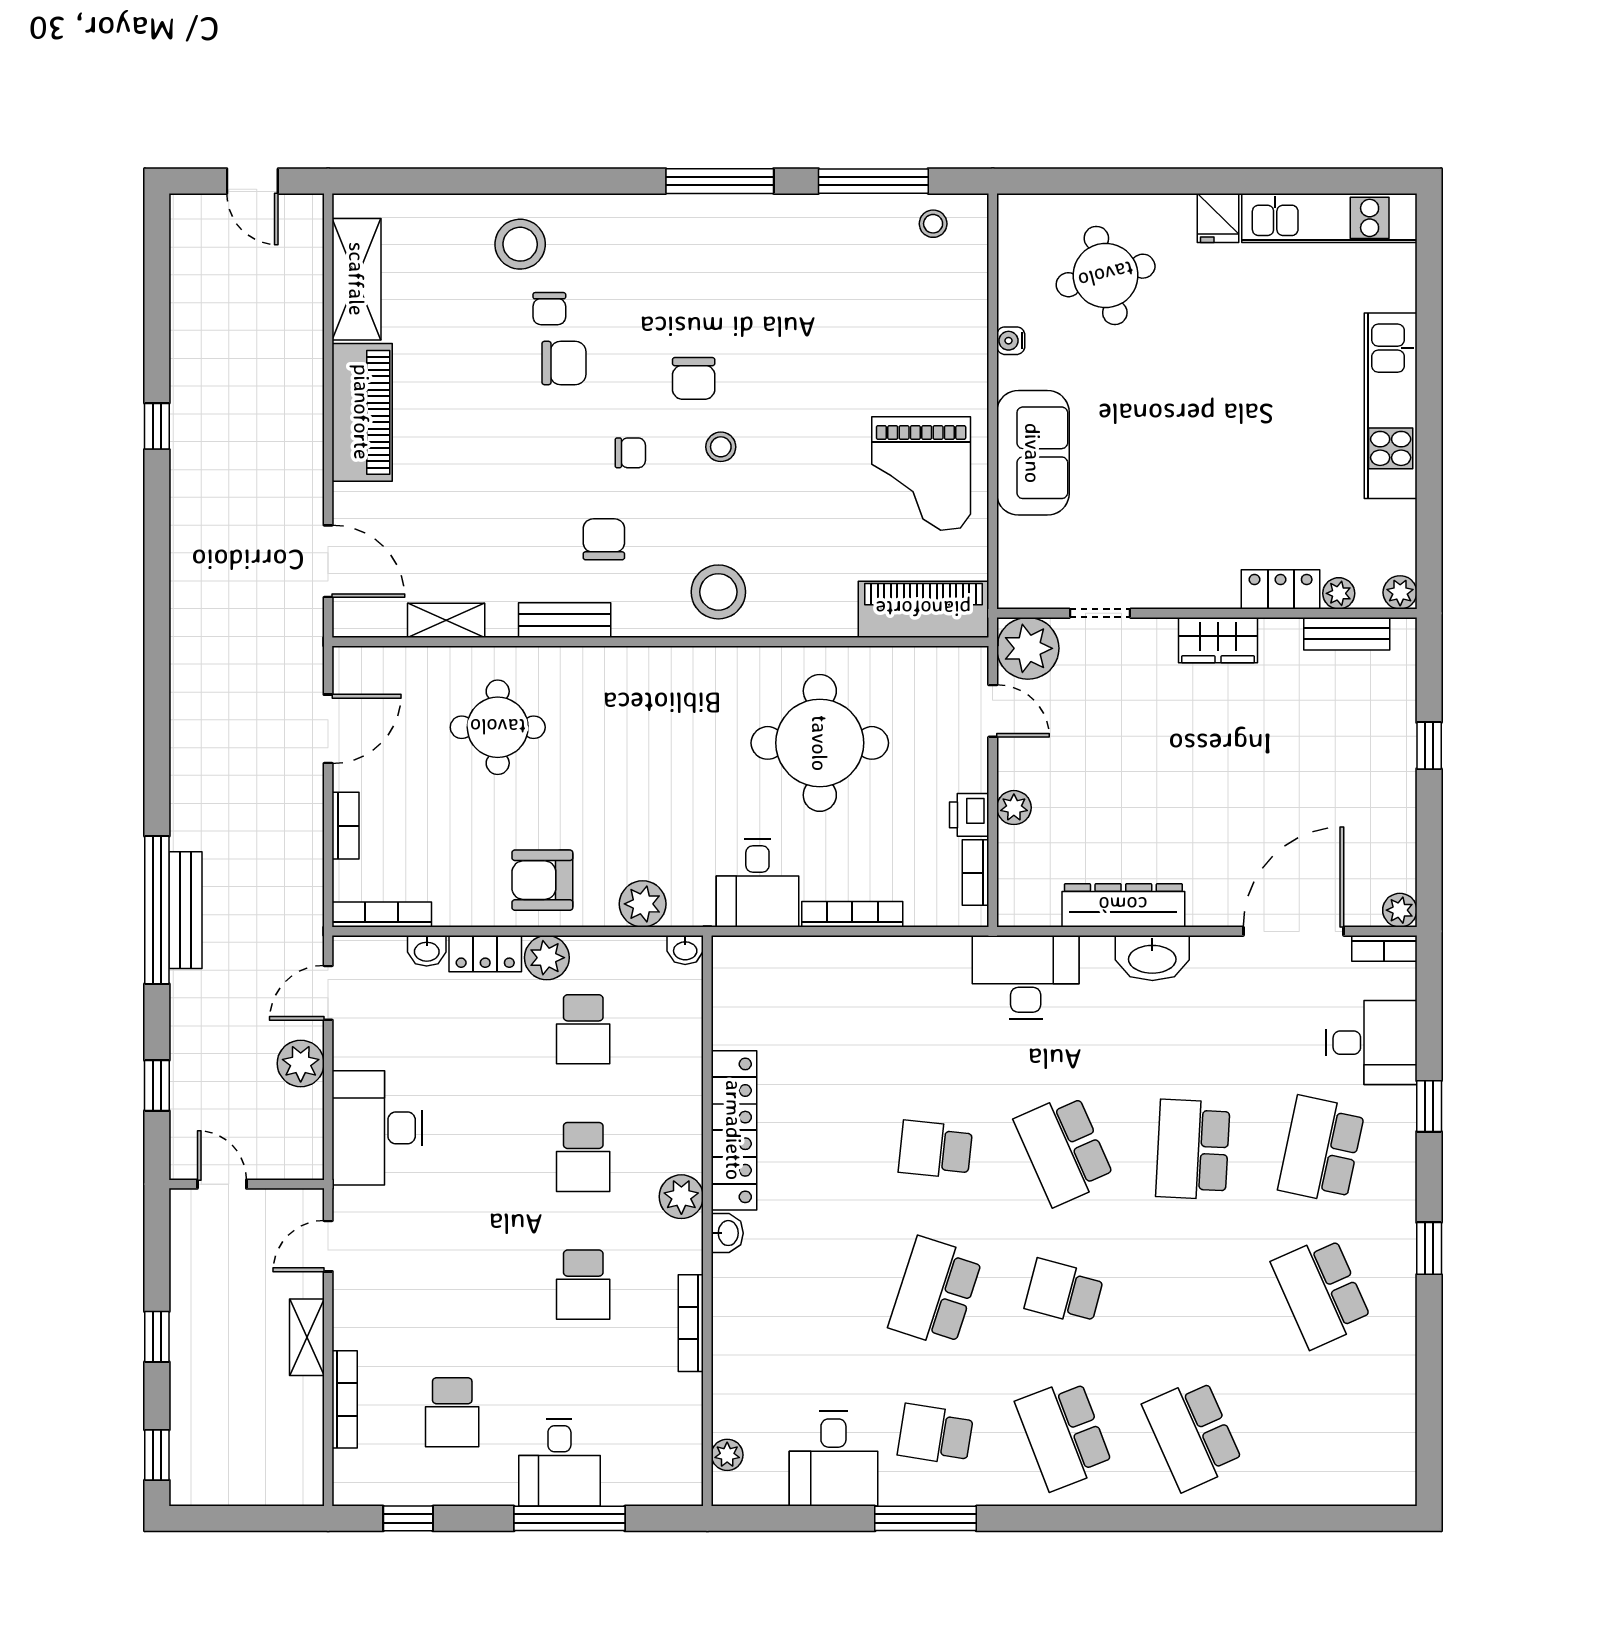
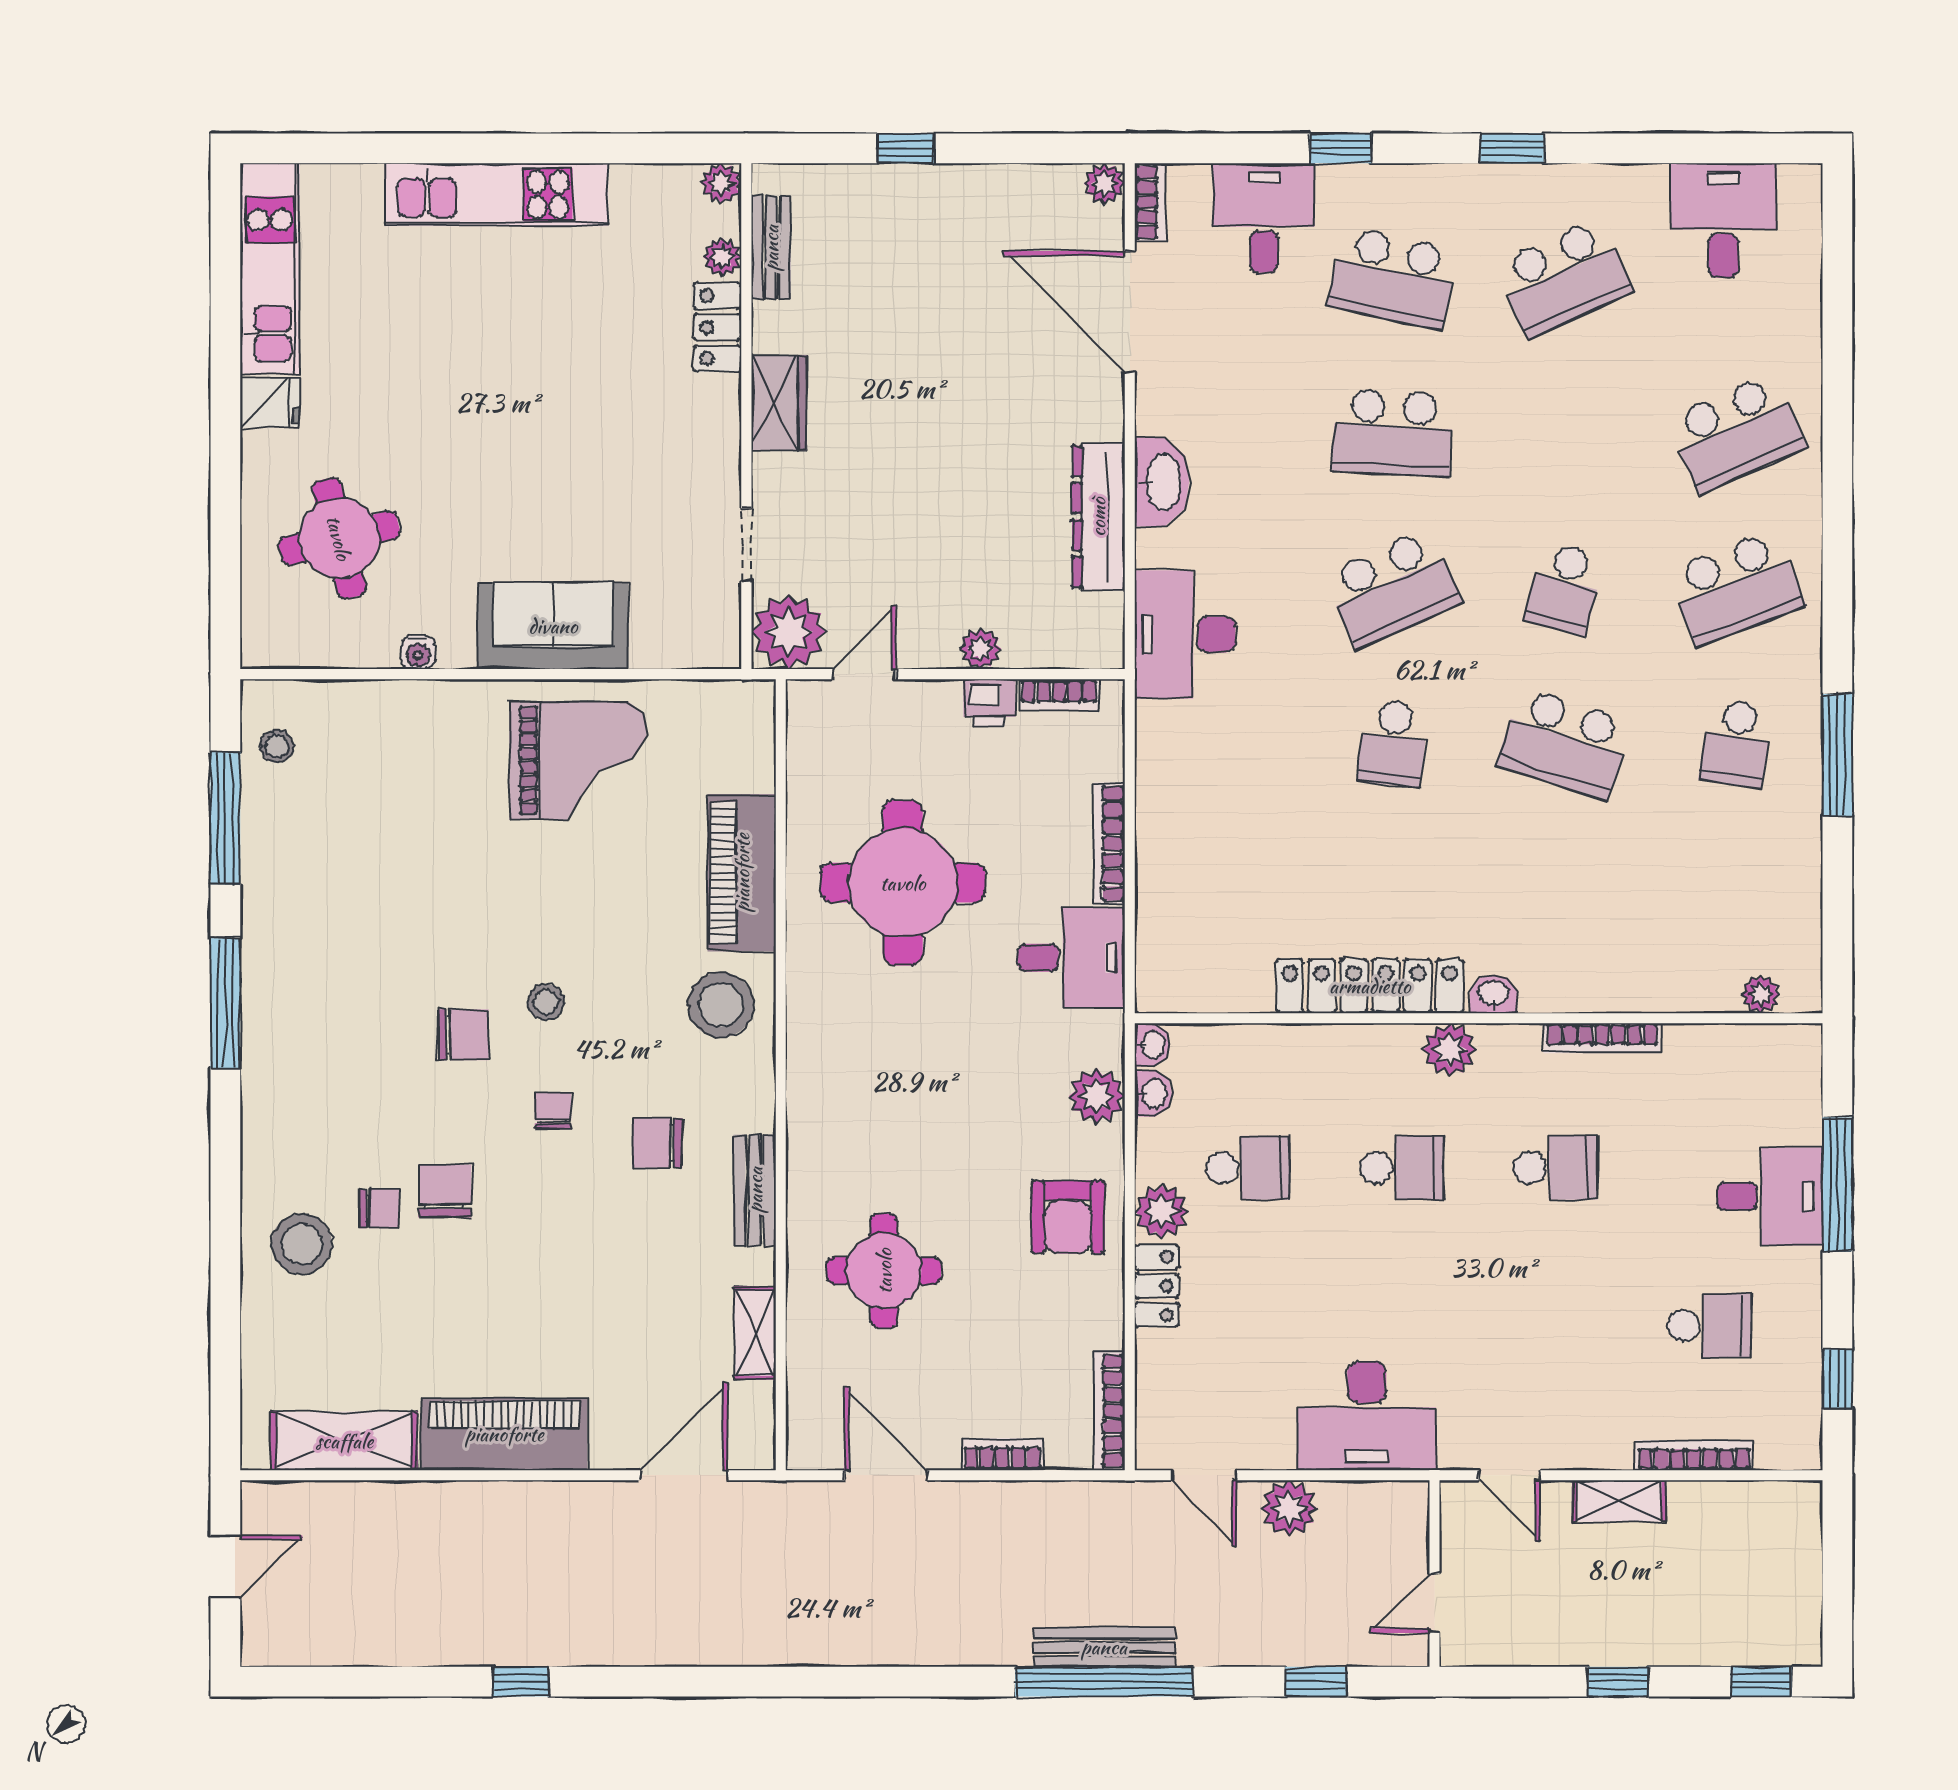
piano: (923, 609) -> (742, 873), moved
washbasin: (427, 951) -> (1153, 1094), moved
desk: (833, 1459) -> (1723, 220), moved, turned -90

